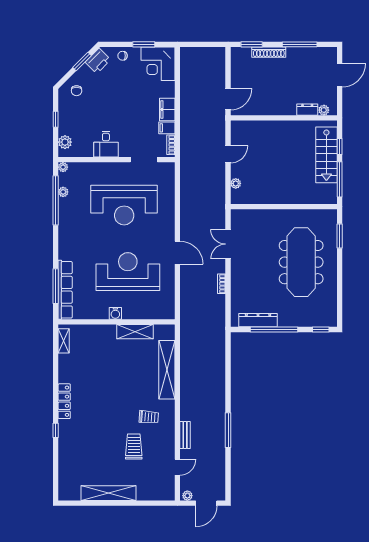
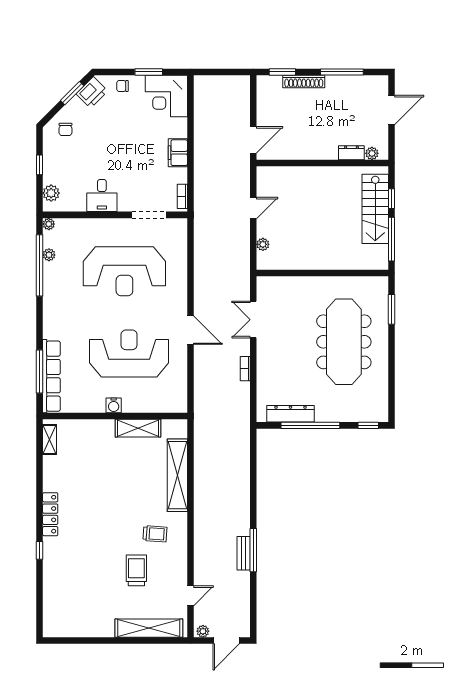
filing cabinet: (167, 128) -> (177, 175), removed
bench: (185, 435) -> (244, 553), moved
shelving: (109, 493) -> (149, 628), moved

